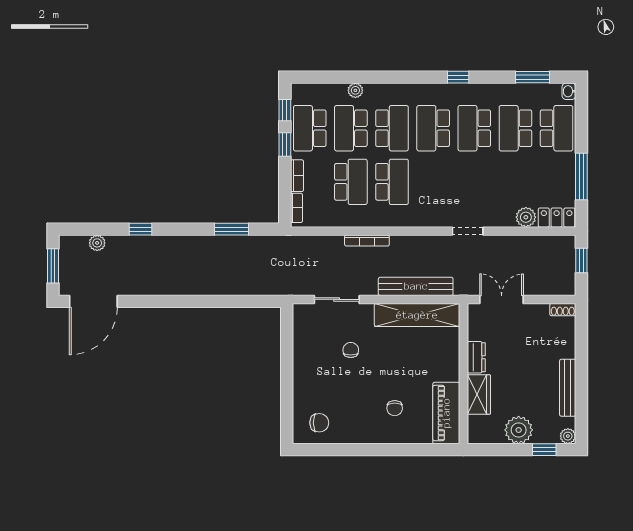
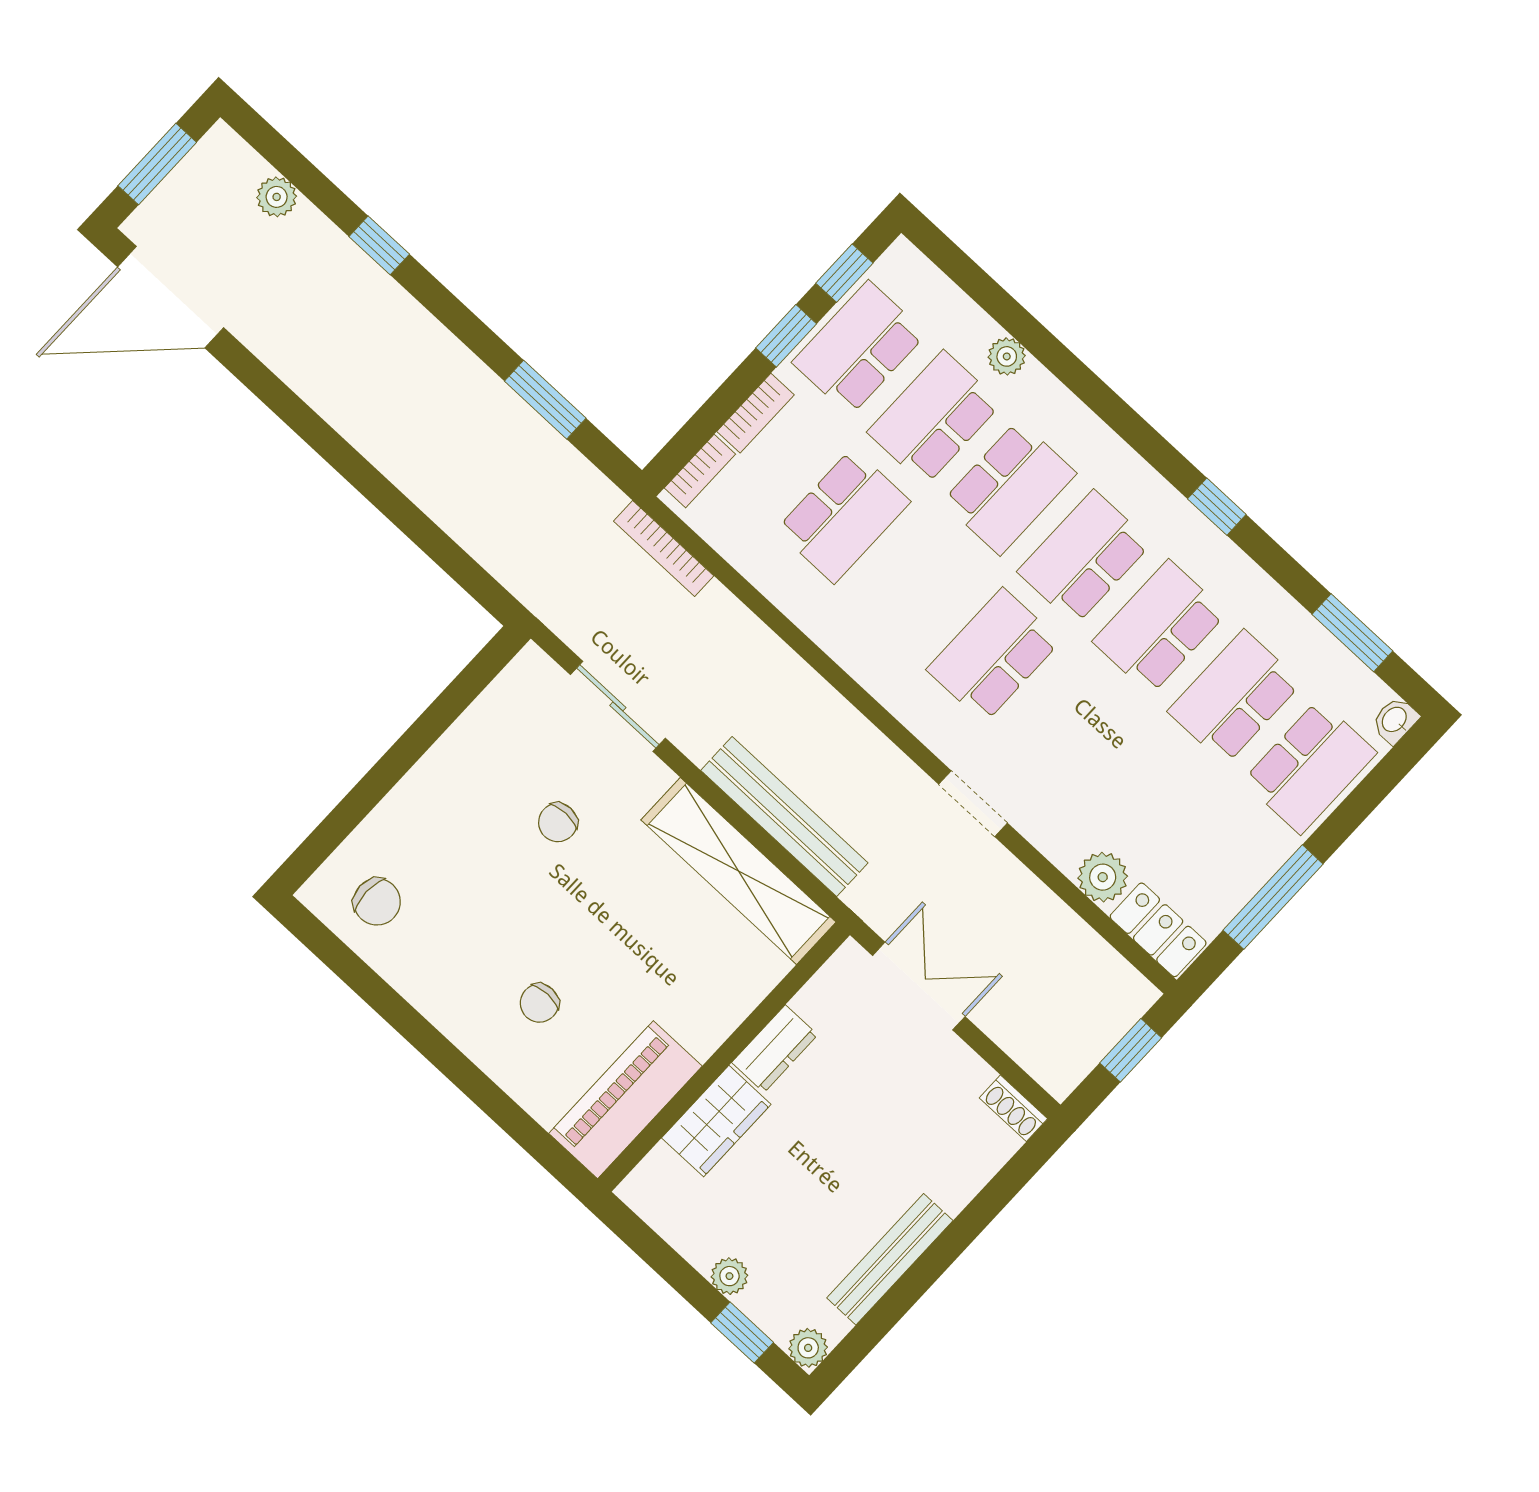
school desk: (392, 182) -> (993, 655), moved, turned 180
bookcase: (367, 241) -> (664, 548), moved
chair: (351, 350) -> (558, 822), turned 180
plant: (519, 430) -> (729, 1276), width x0.53, depth x0.53

